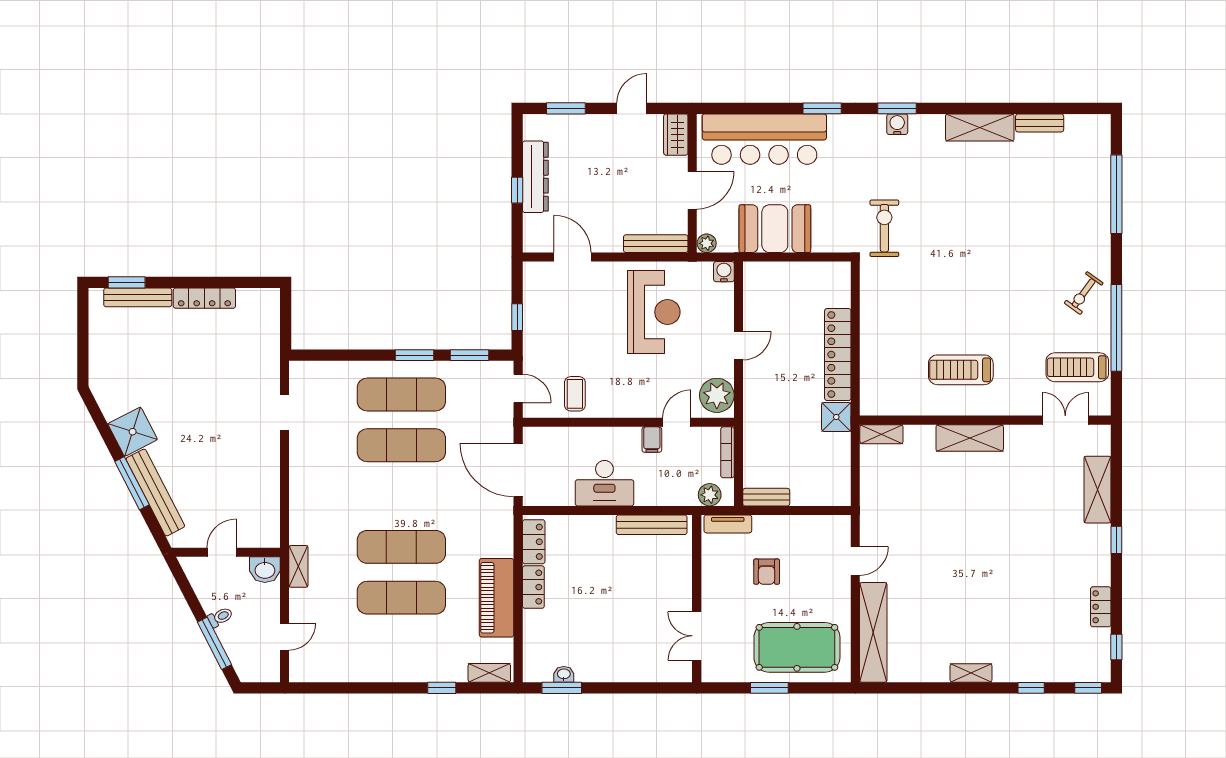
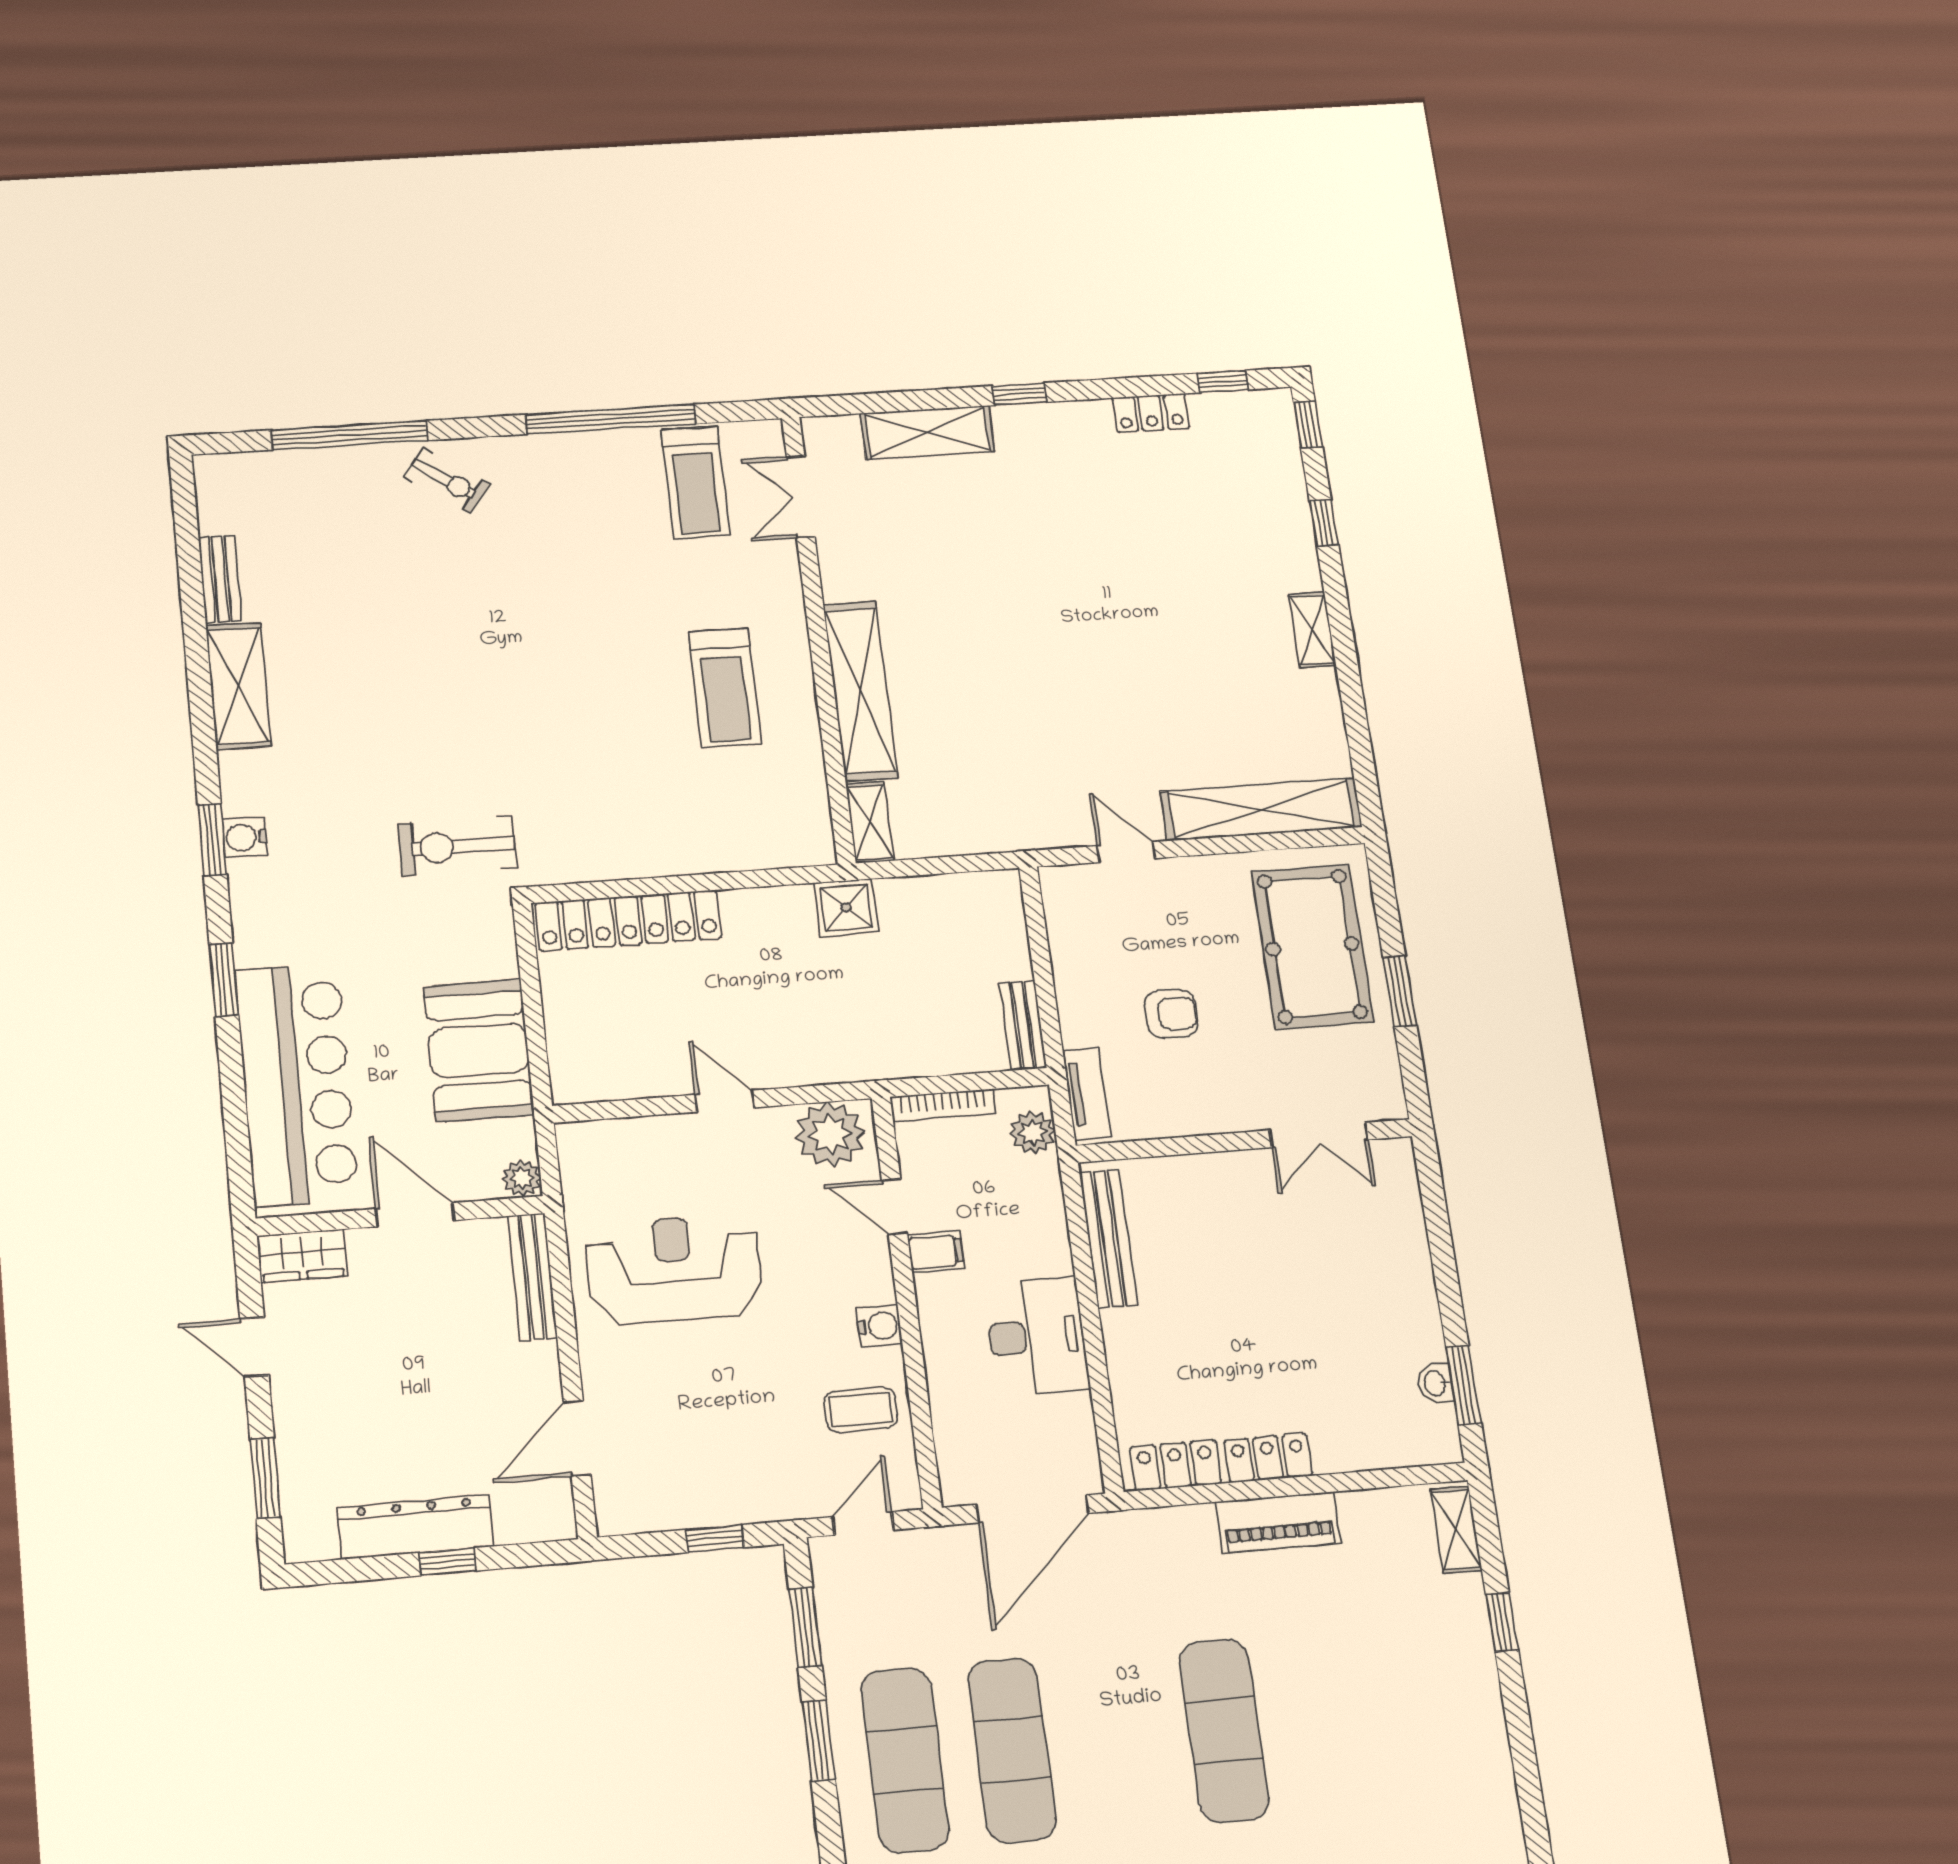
water cooler: (724, 272) -> (879, 1326), moved, turned 180
exercise bike: (1084, 293) -> (447, 480), moved
locker: (838, 355) -> (628, 920), moved
shelving: (970, 438) -> (860, 691), width x1.47
exercise mat: (401, 598) -> (1329, 1721), removed
piano: (497, 598) -> (1278, 1522), width x0.73, depth x0.75

